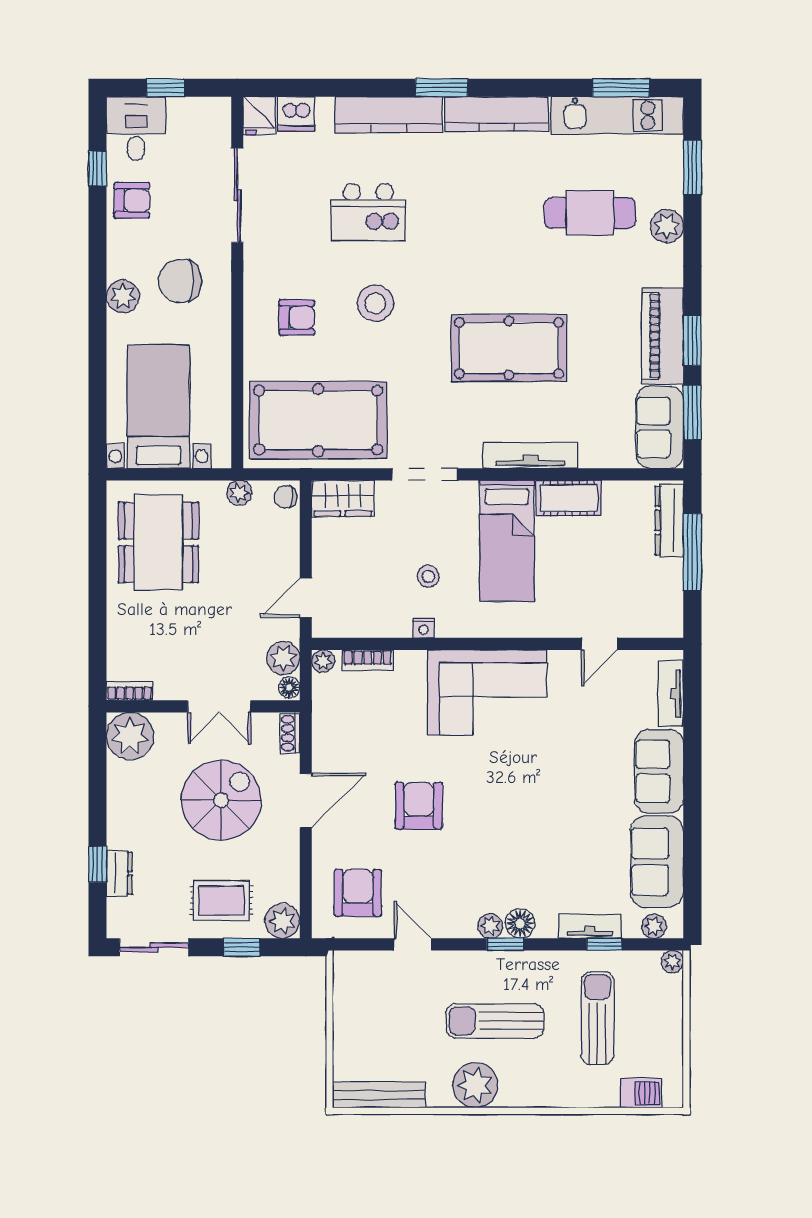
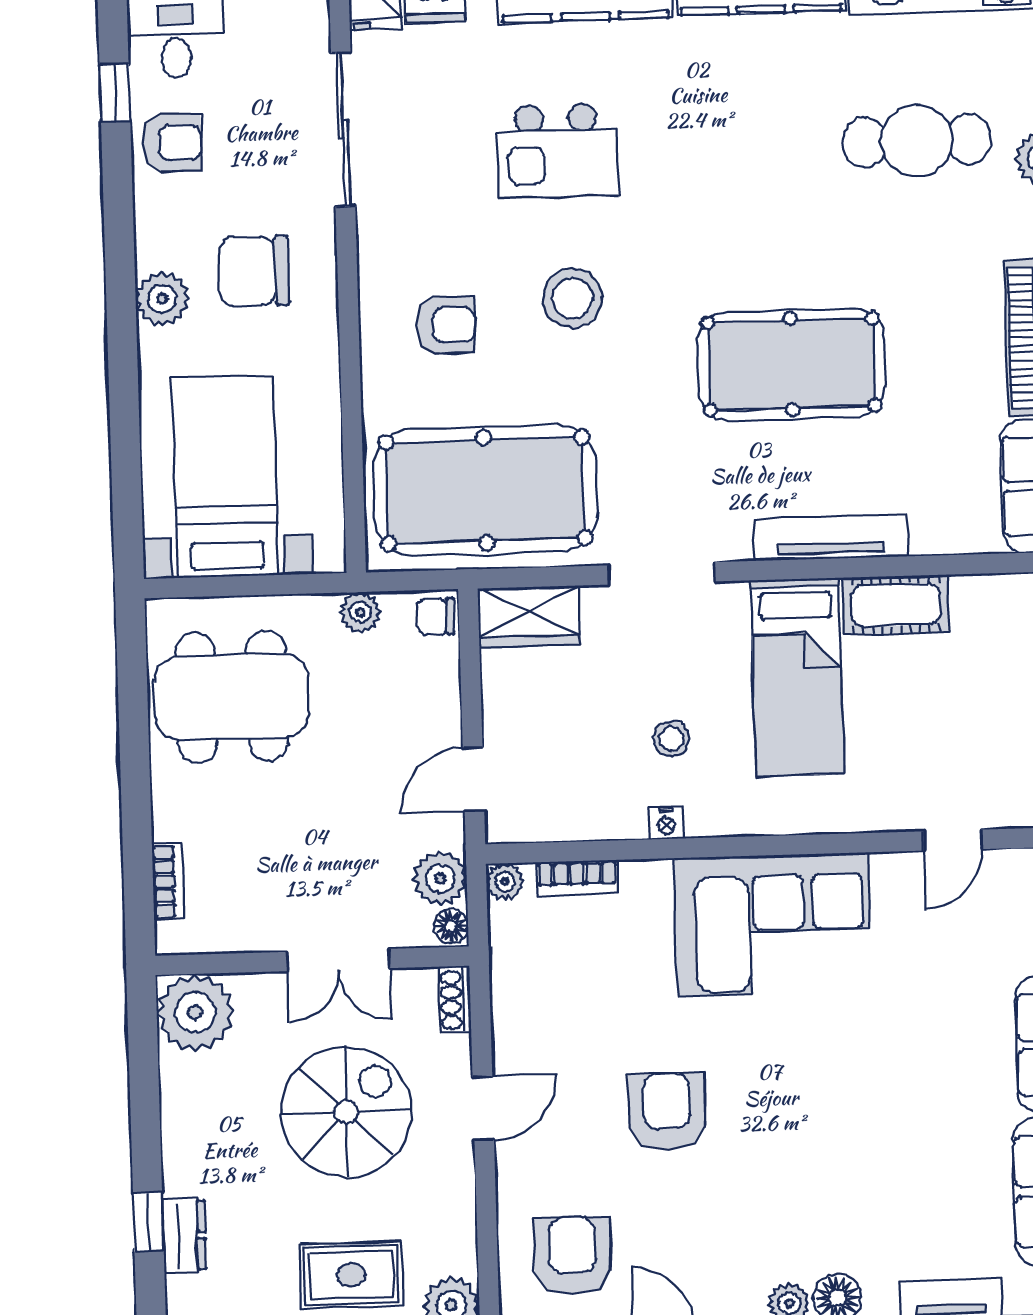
dining table: (158, 542) -> (232, 697), turned 90
bookcase: (130, 691) -> (168, 882), moved, turned 90
door: (306, 800) -> (483, 1108), width x0.73

